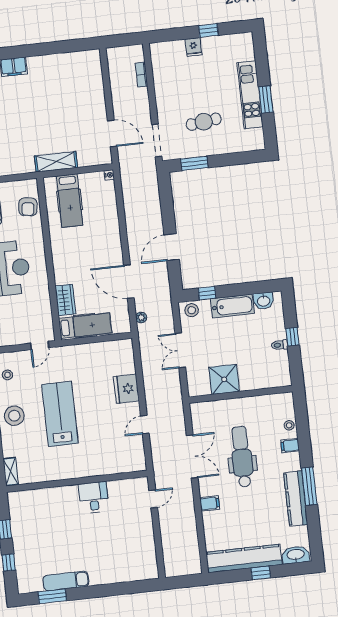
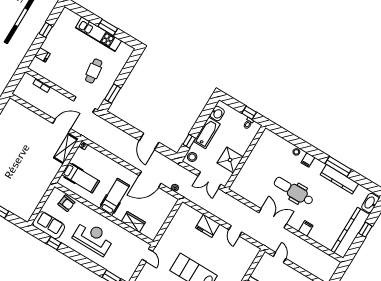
fridge: (193, 47) -> (42, 55), moved
shelving: (56, 162) -> (66, 149), moved
hospital bed: (85, 326) -> (115, 197), moved
shower: (224, 379) -> (230, 160), moved
wall: (241, 394) -> (245, 157), moved

